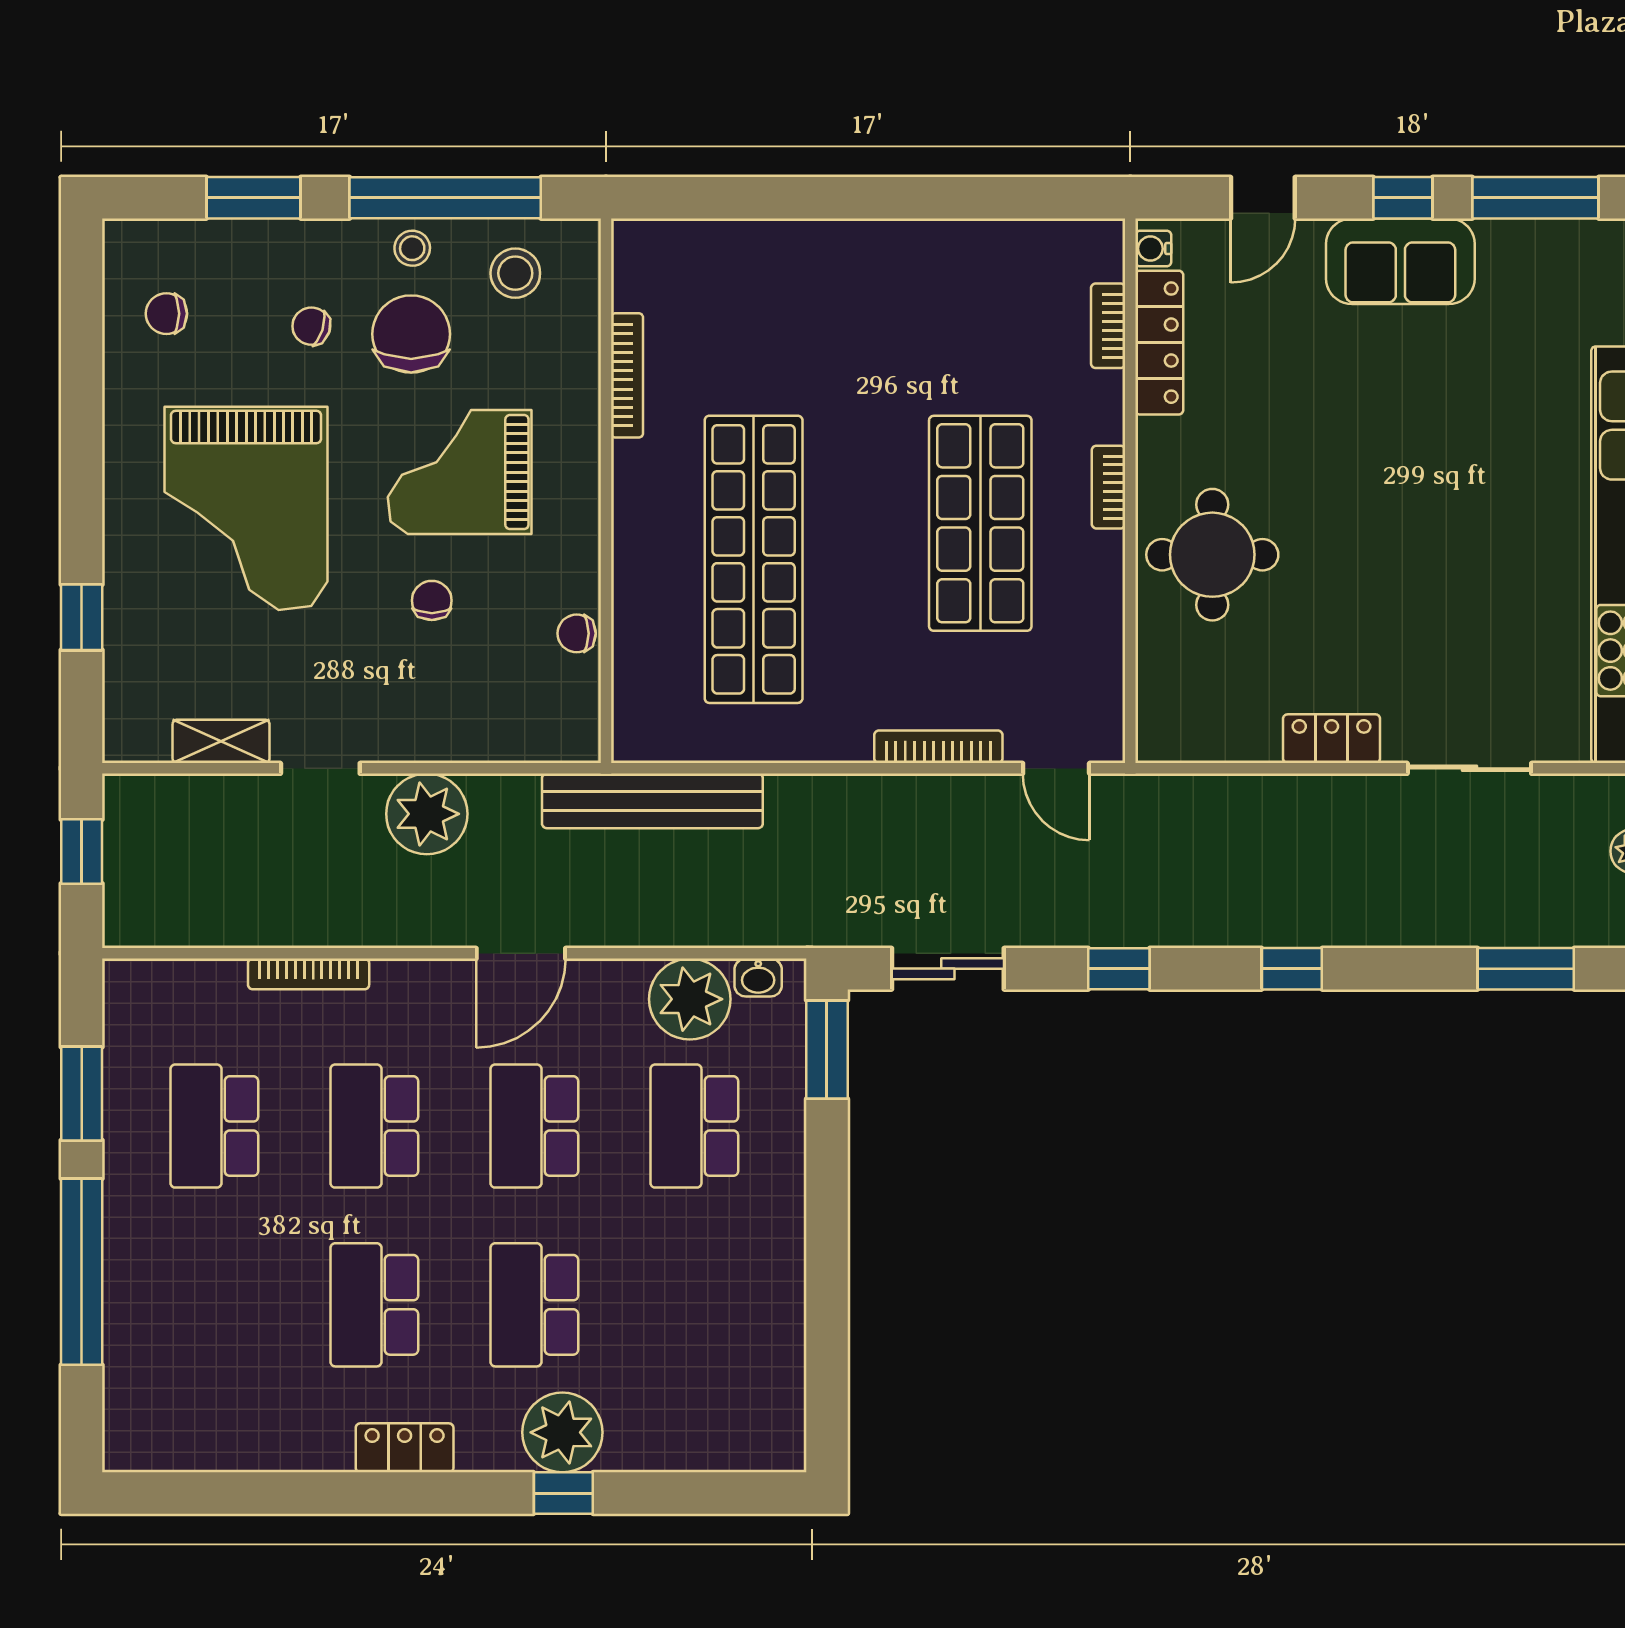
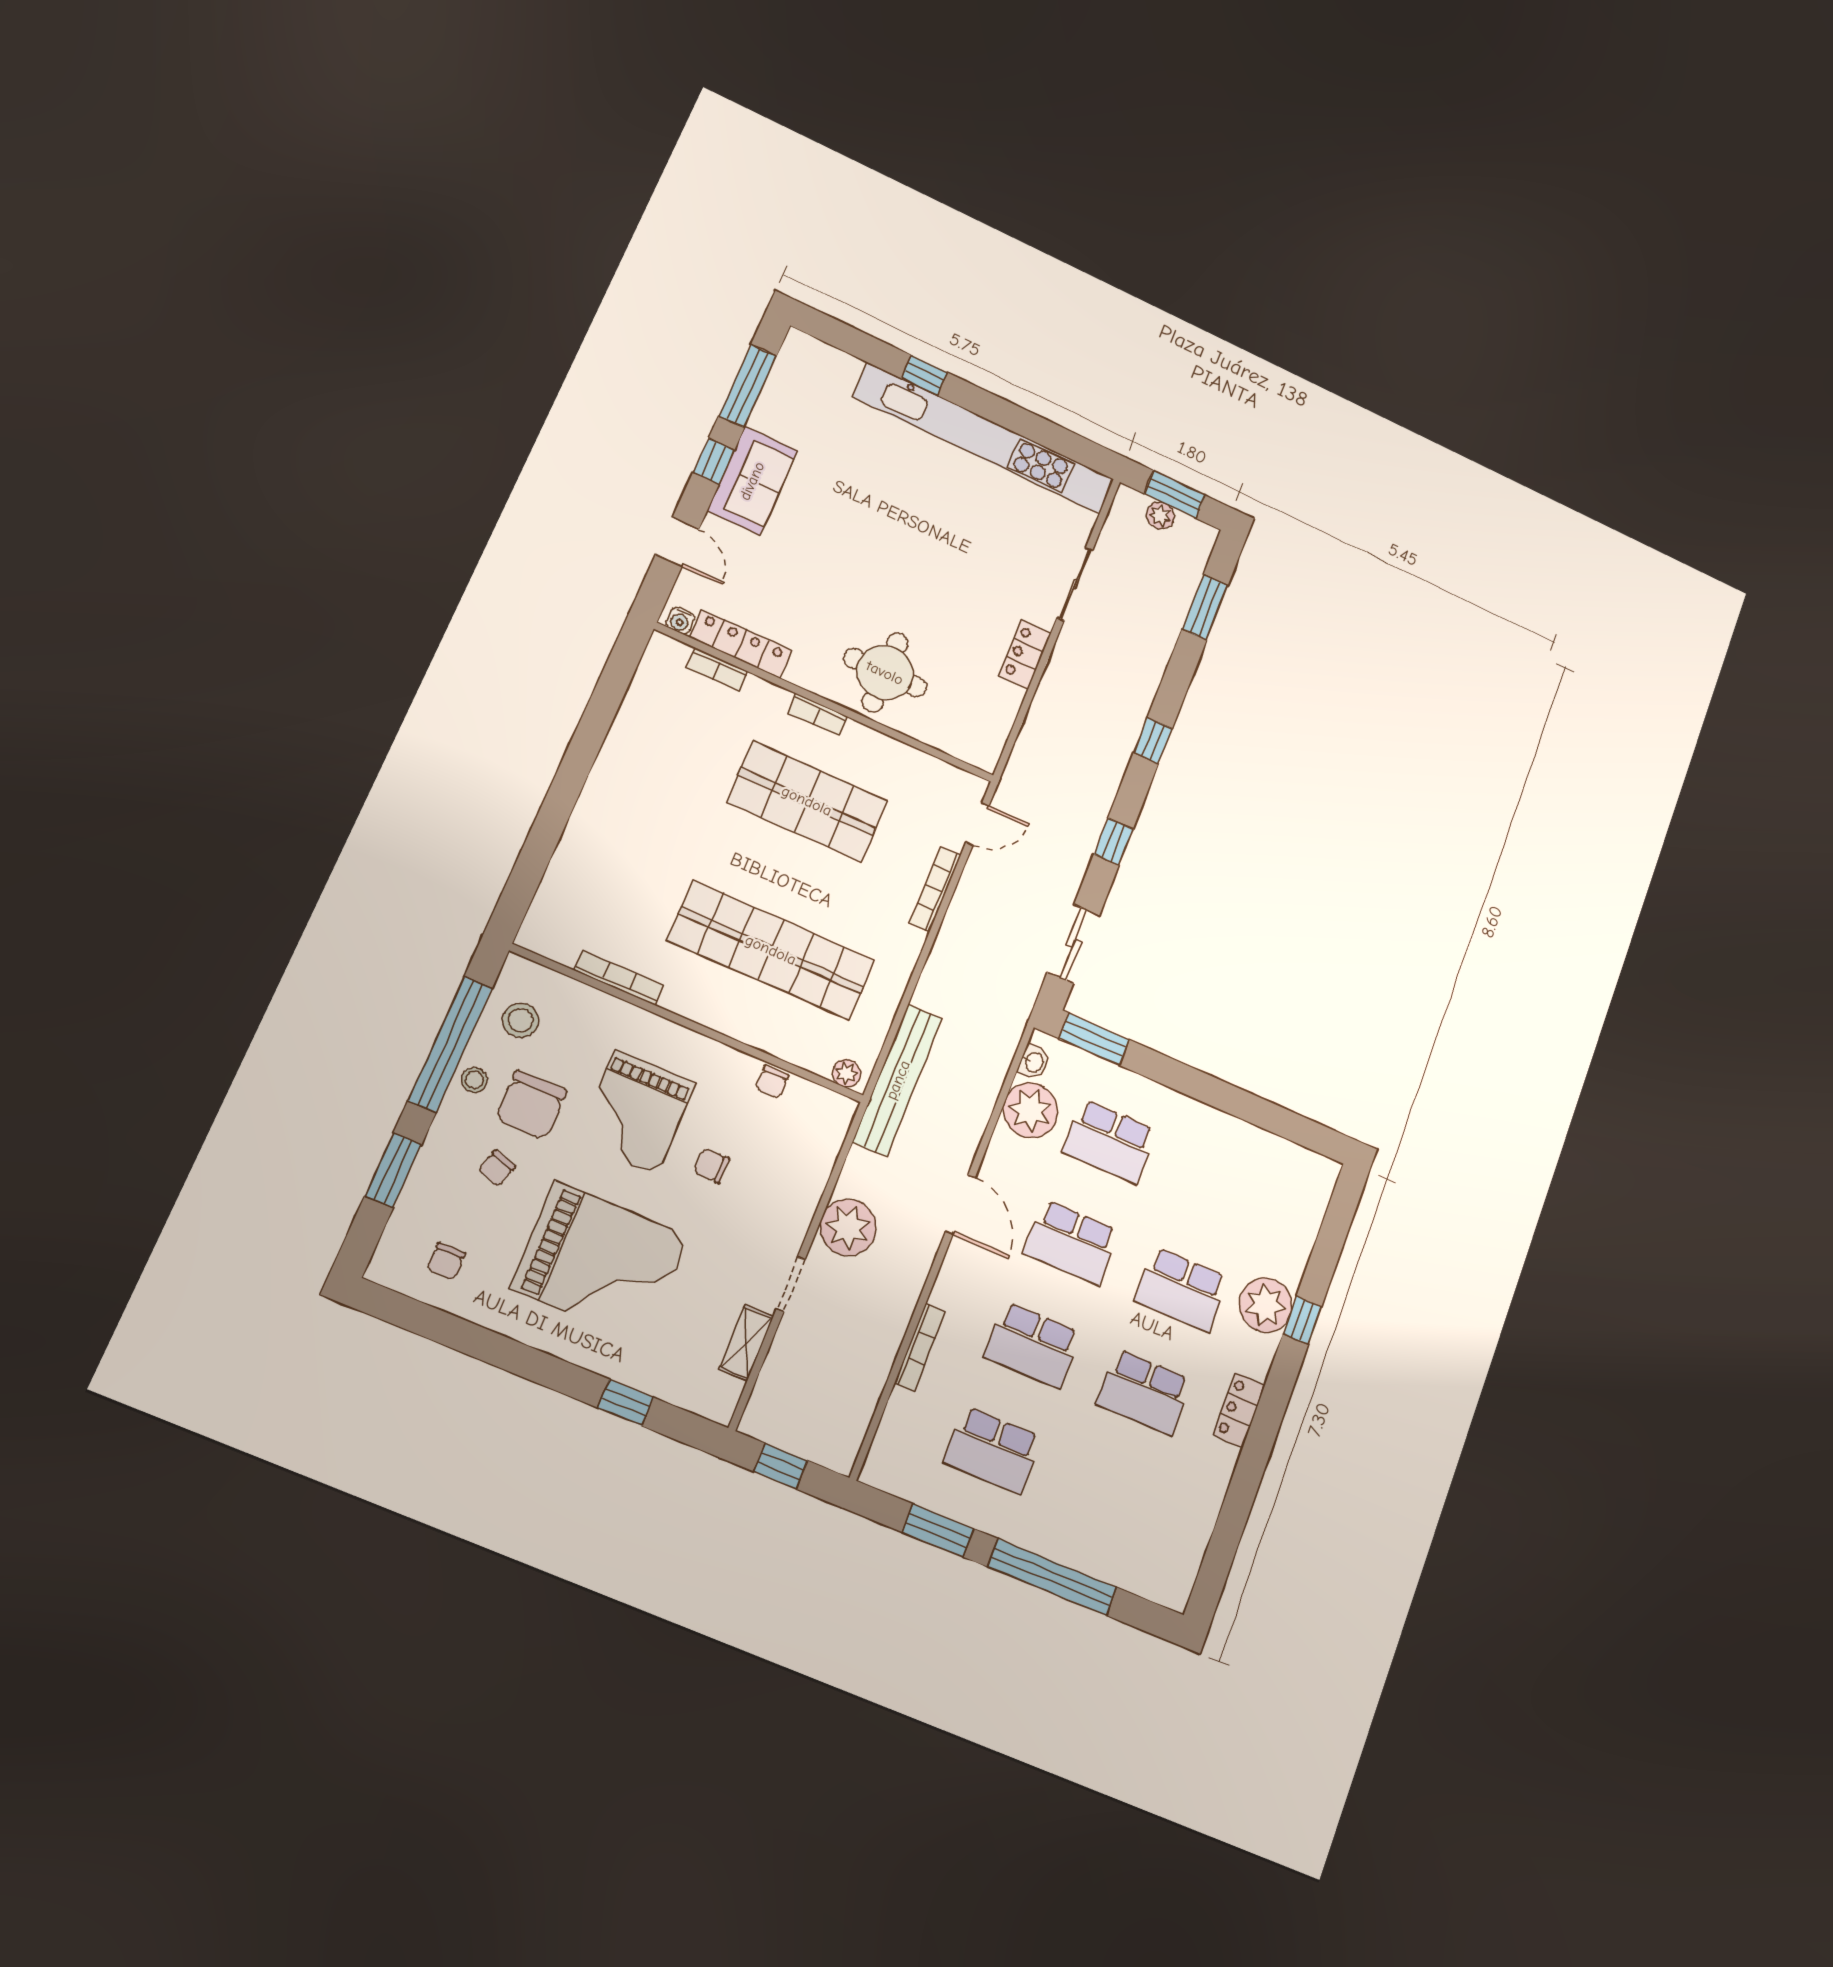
chair: (411, 334) -> (531, 1105), turned -90
plant: (631, 728) -> (847, 1073), added

